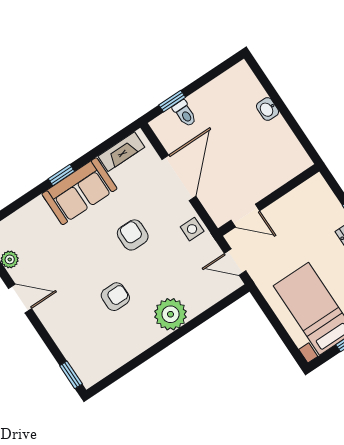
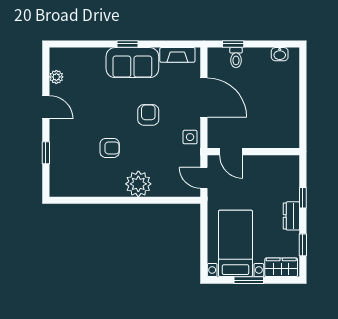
washbasin: (268, 109) -> (280, 54), moved, turned -90
door: (179, 178) -> (204, 98), hinge flipped
window: (71, 375) -> (46, 153), moved

